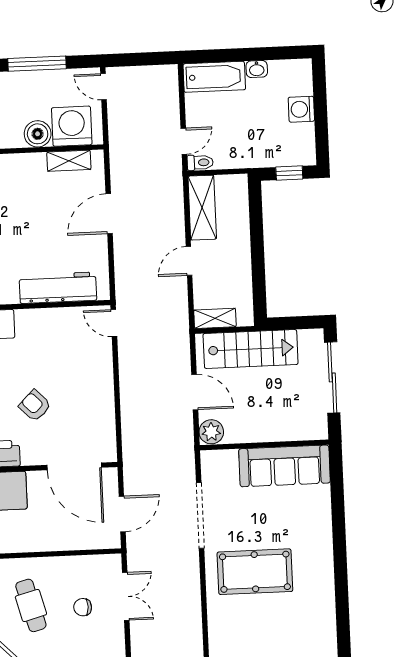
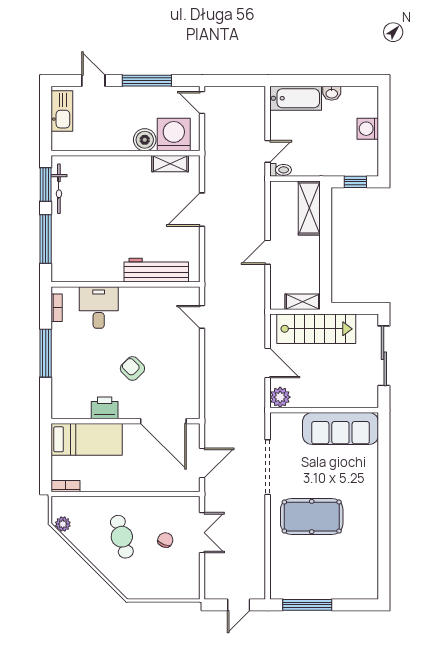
shelving: (202, 208) -> (309, 208), moved
shelving: (215, 318) -> (303, 302), moved
door: (114, 323) -> (202, 317), moved
chair: (83, 607) -> (165, 540), turned 112

